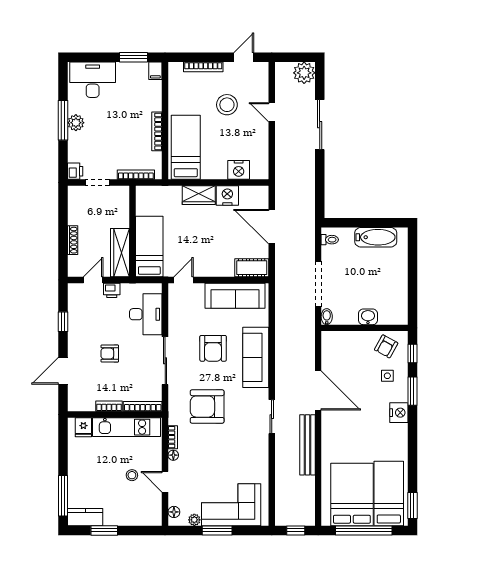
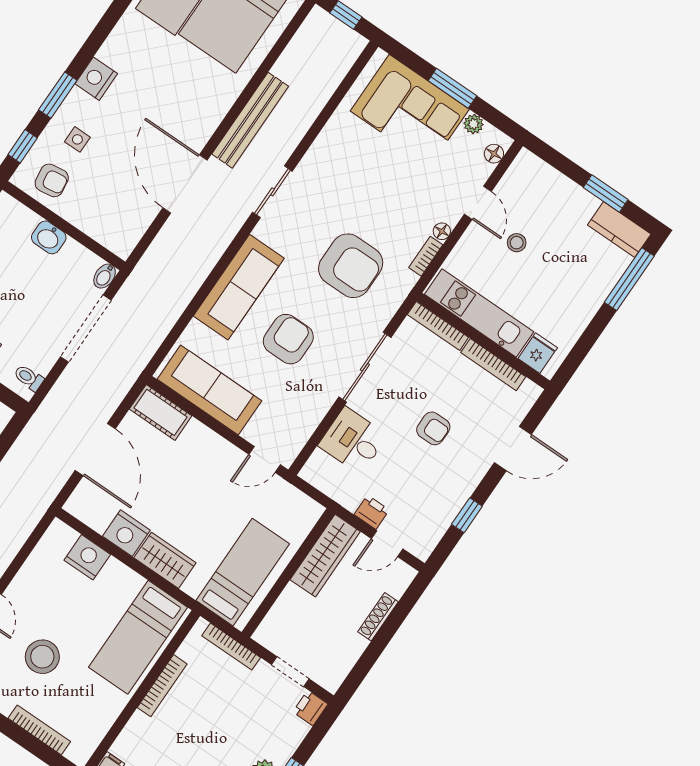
bed: (149, 246) -> (243, 572), moved, turned 180
desk: (146, 314) -> (353, 440), width x0.73
armchair: (386, 346) -> (52, 180), turned 53
bookcase: (109, 406) -> (493, 365), width x1.56

